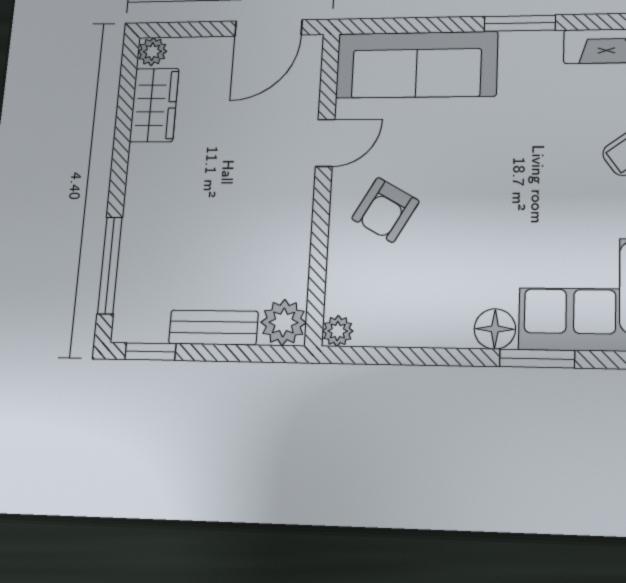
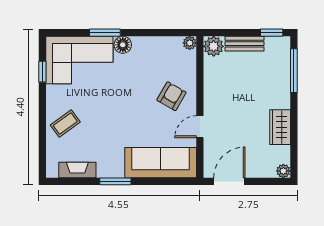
wardrobe: (154, 105) -> (280, 127), moved

